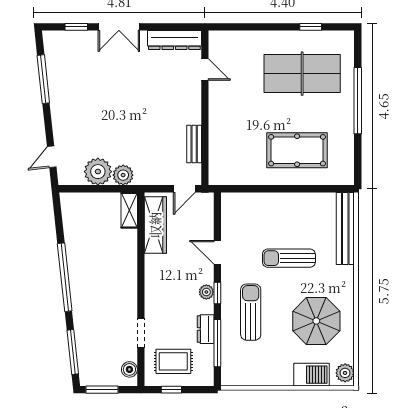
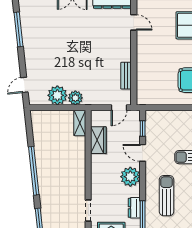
wardrobe: (155, 225) -> (98, 140), width x0.67
plant: (206, 292) -> (130, 177), width x1.87, depth x1.87
window: (217, 293) -> (143, 129), moved

